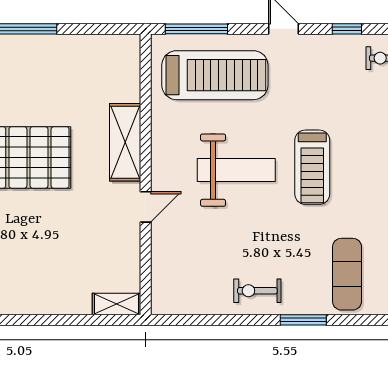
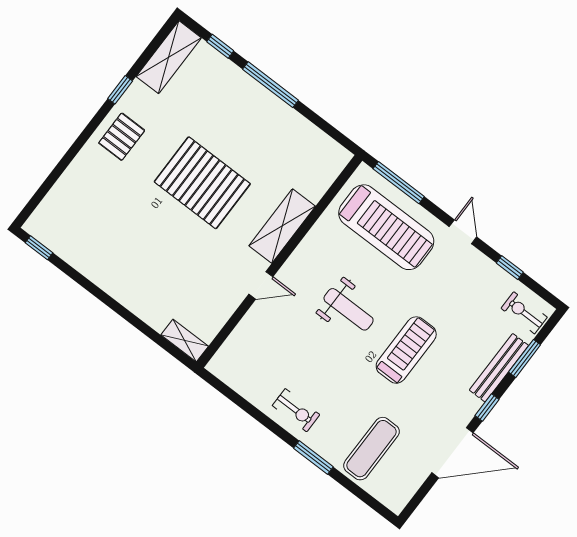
treadmill: (312, 167) -> (406, 350), turned 180
weight bench: (236, 170) -> (349, 309), width x0.73, depth x0.75
exercise bike: (257, 291) -> (296, 410), turned 180

